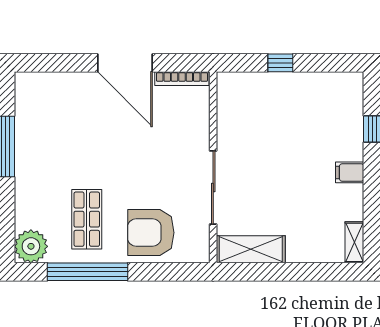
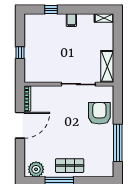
shop shelf: (87, 219) -> (70, 166), moved
armchair: (151, 233) -> (99, 113), turned 180
plant: (31, 246) -> (36, 169), moved

